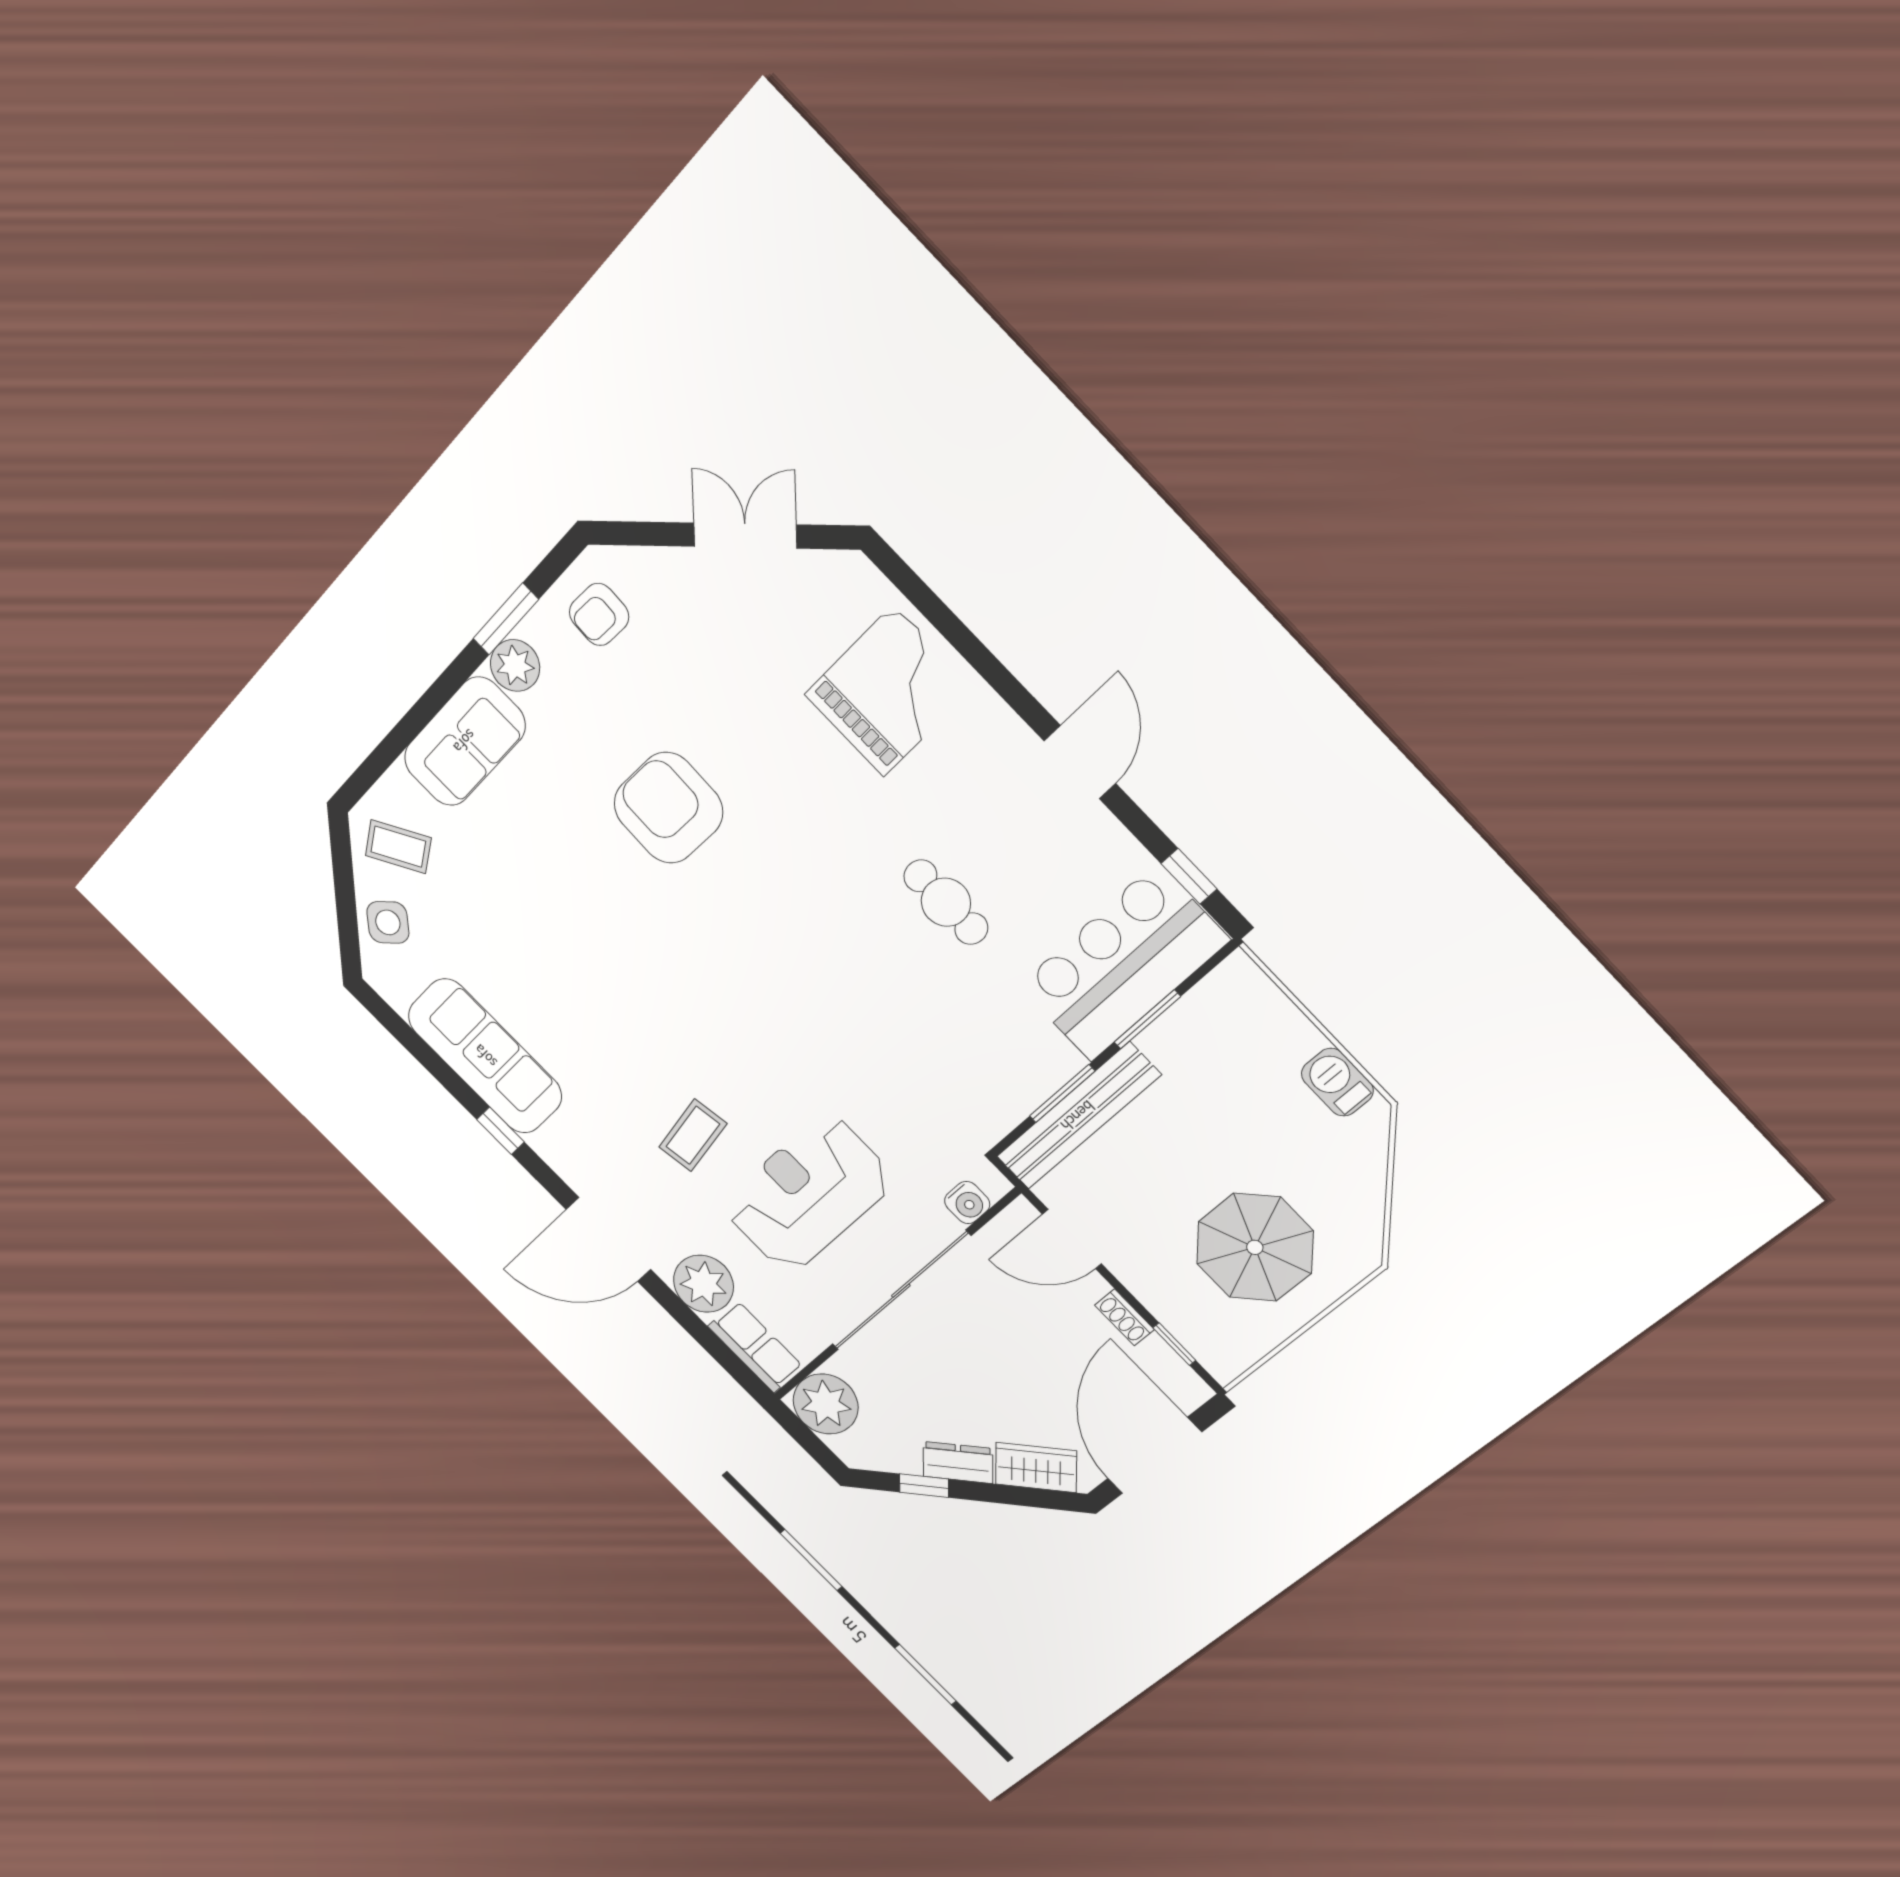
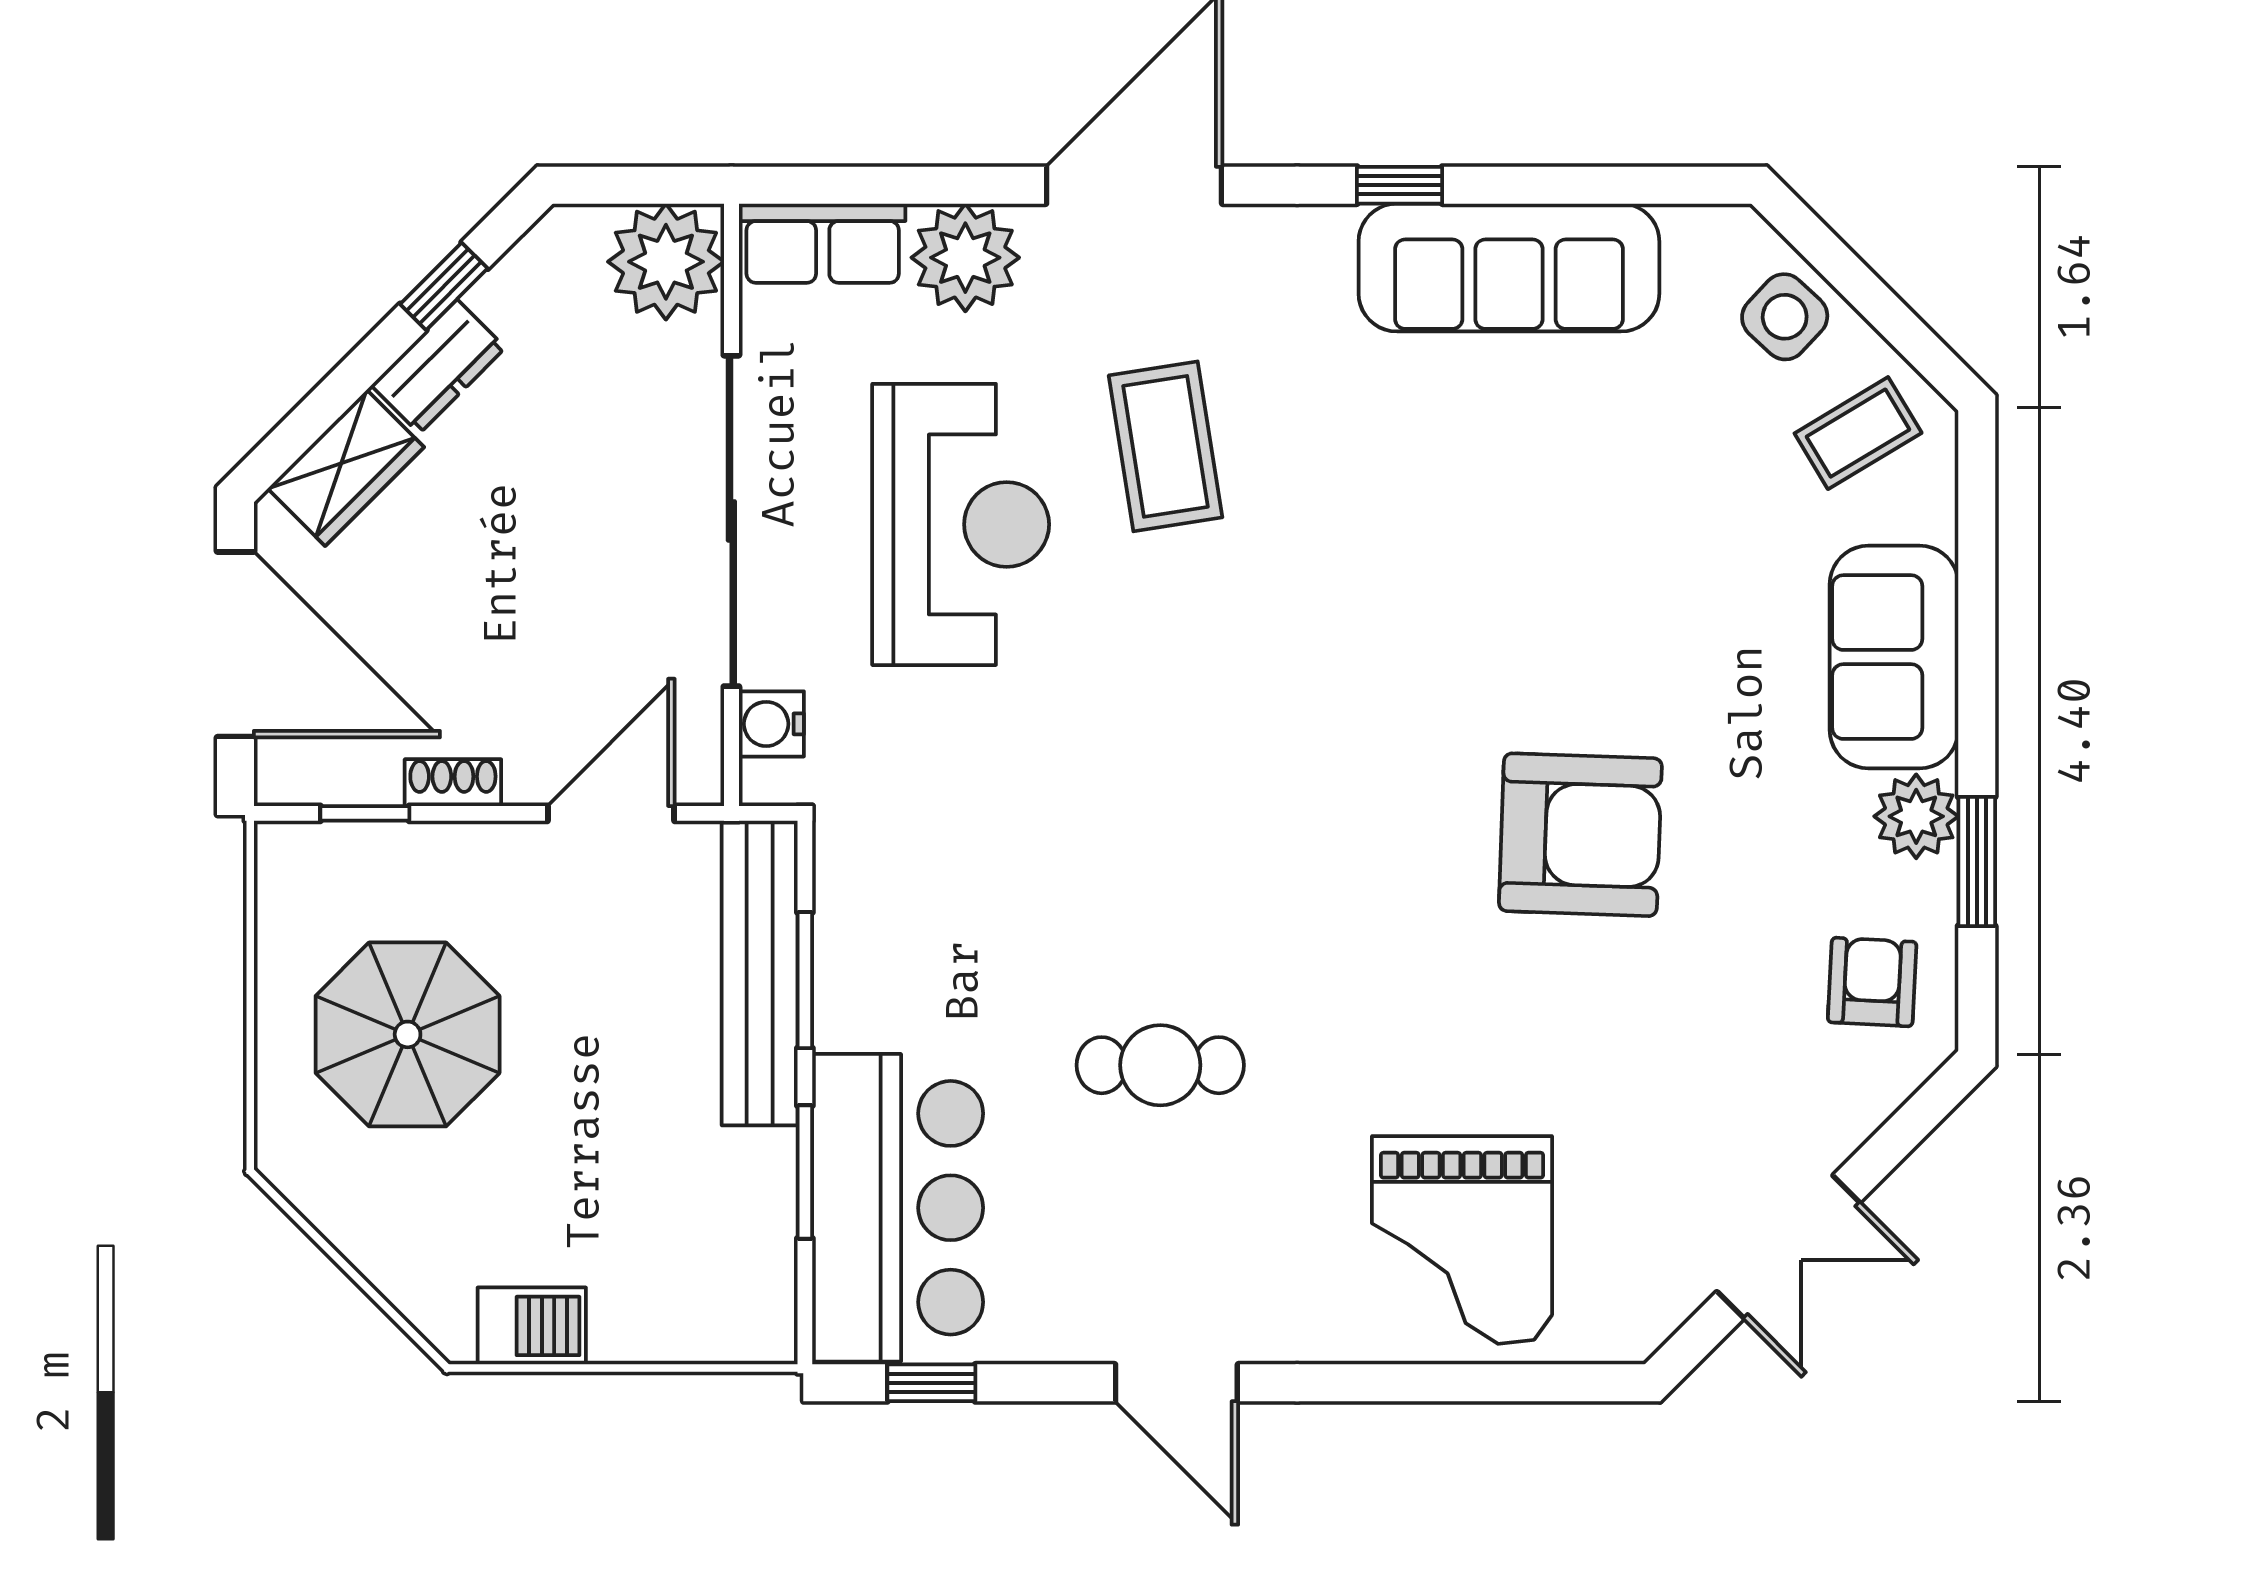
coffee table: (693, 1135) -> (1166, 446), width x1.36, depth x1.30

